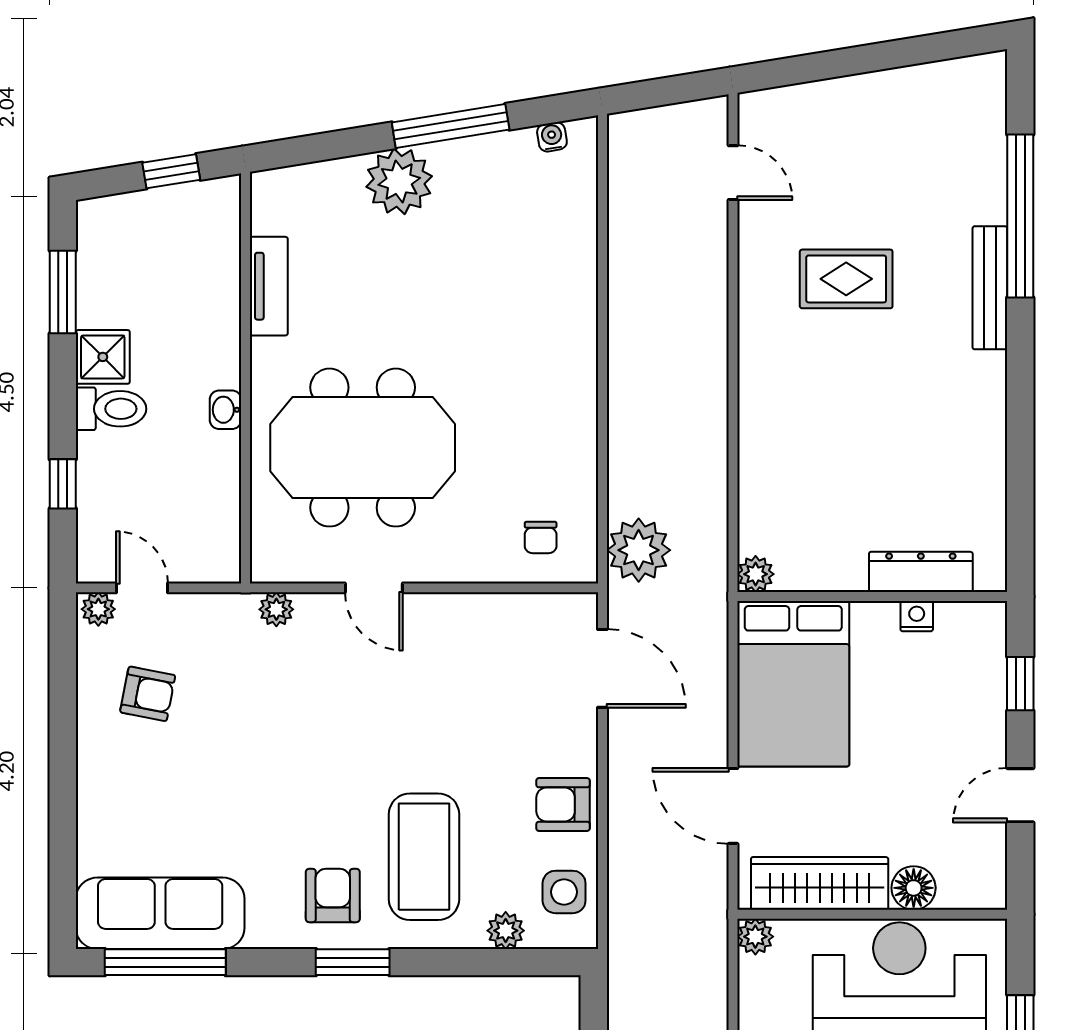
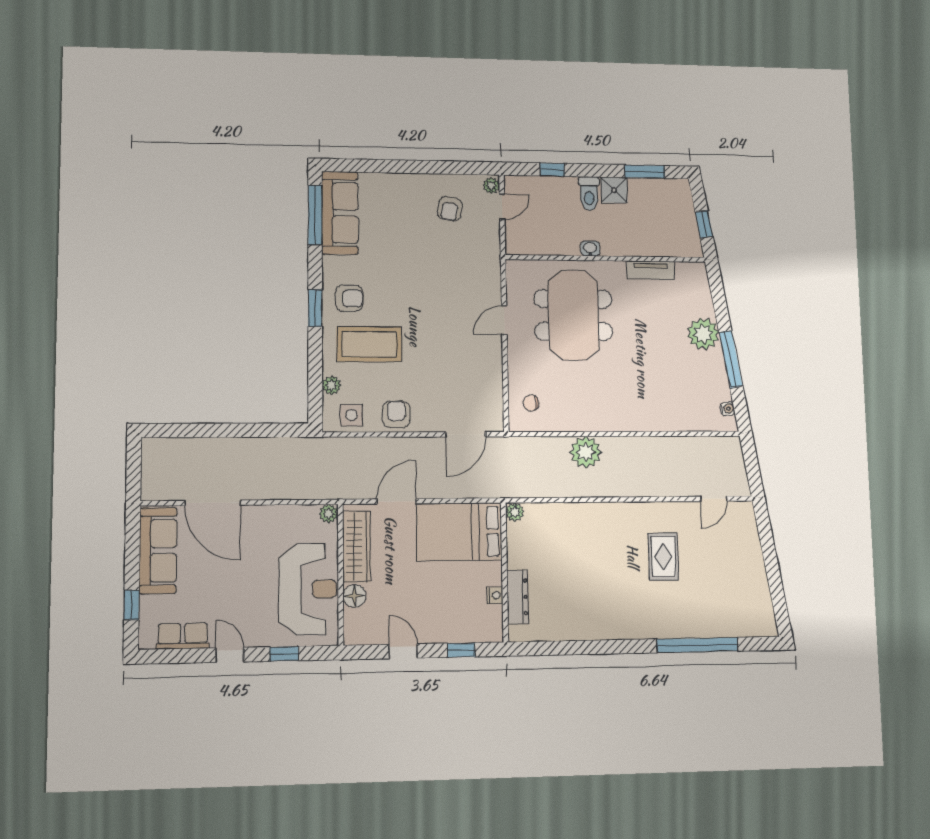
bench: (990, 288) -> (661, 630), removed
plant: (639, 550) -> (586, 452), moved
plant: (276, 609) -> (493, 272), removed

